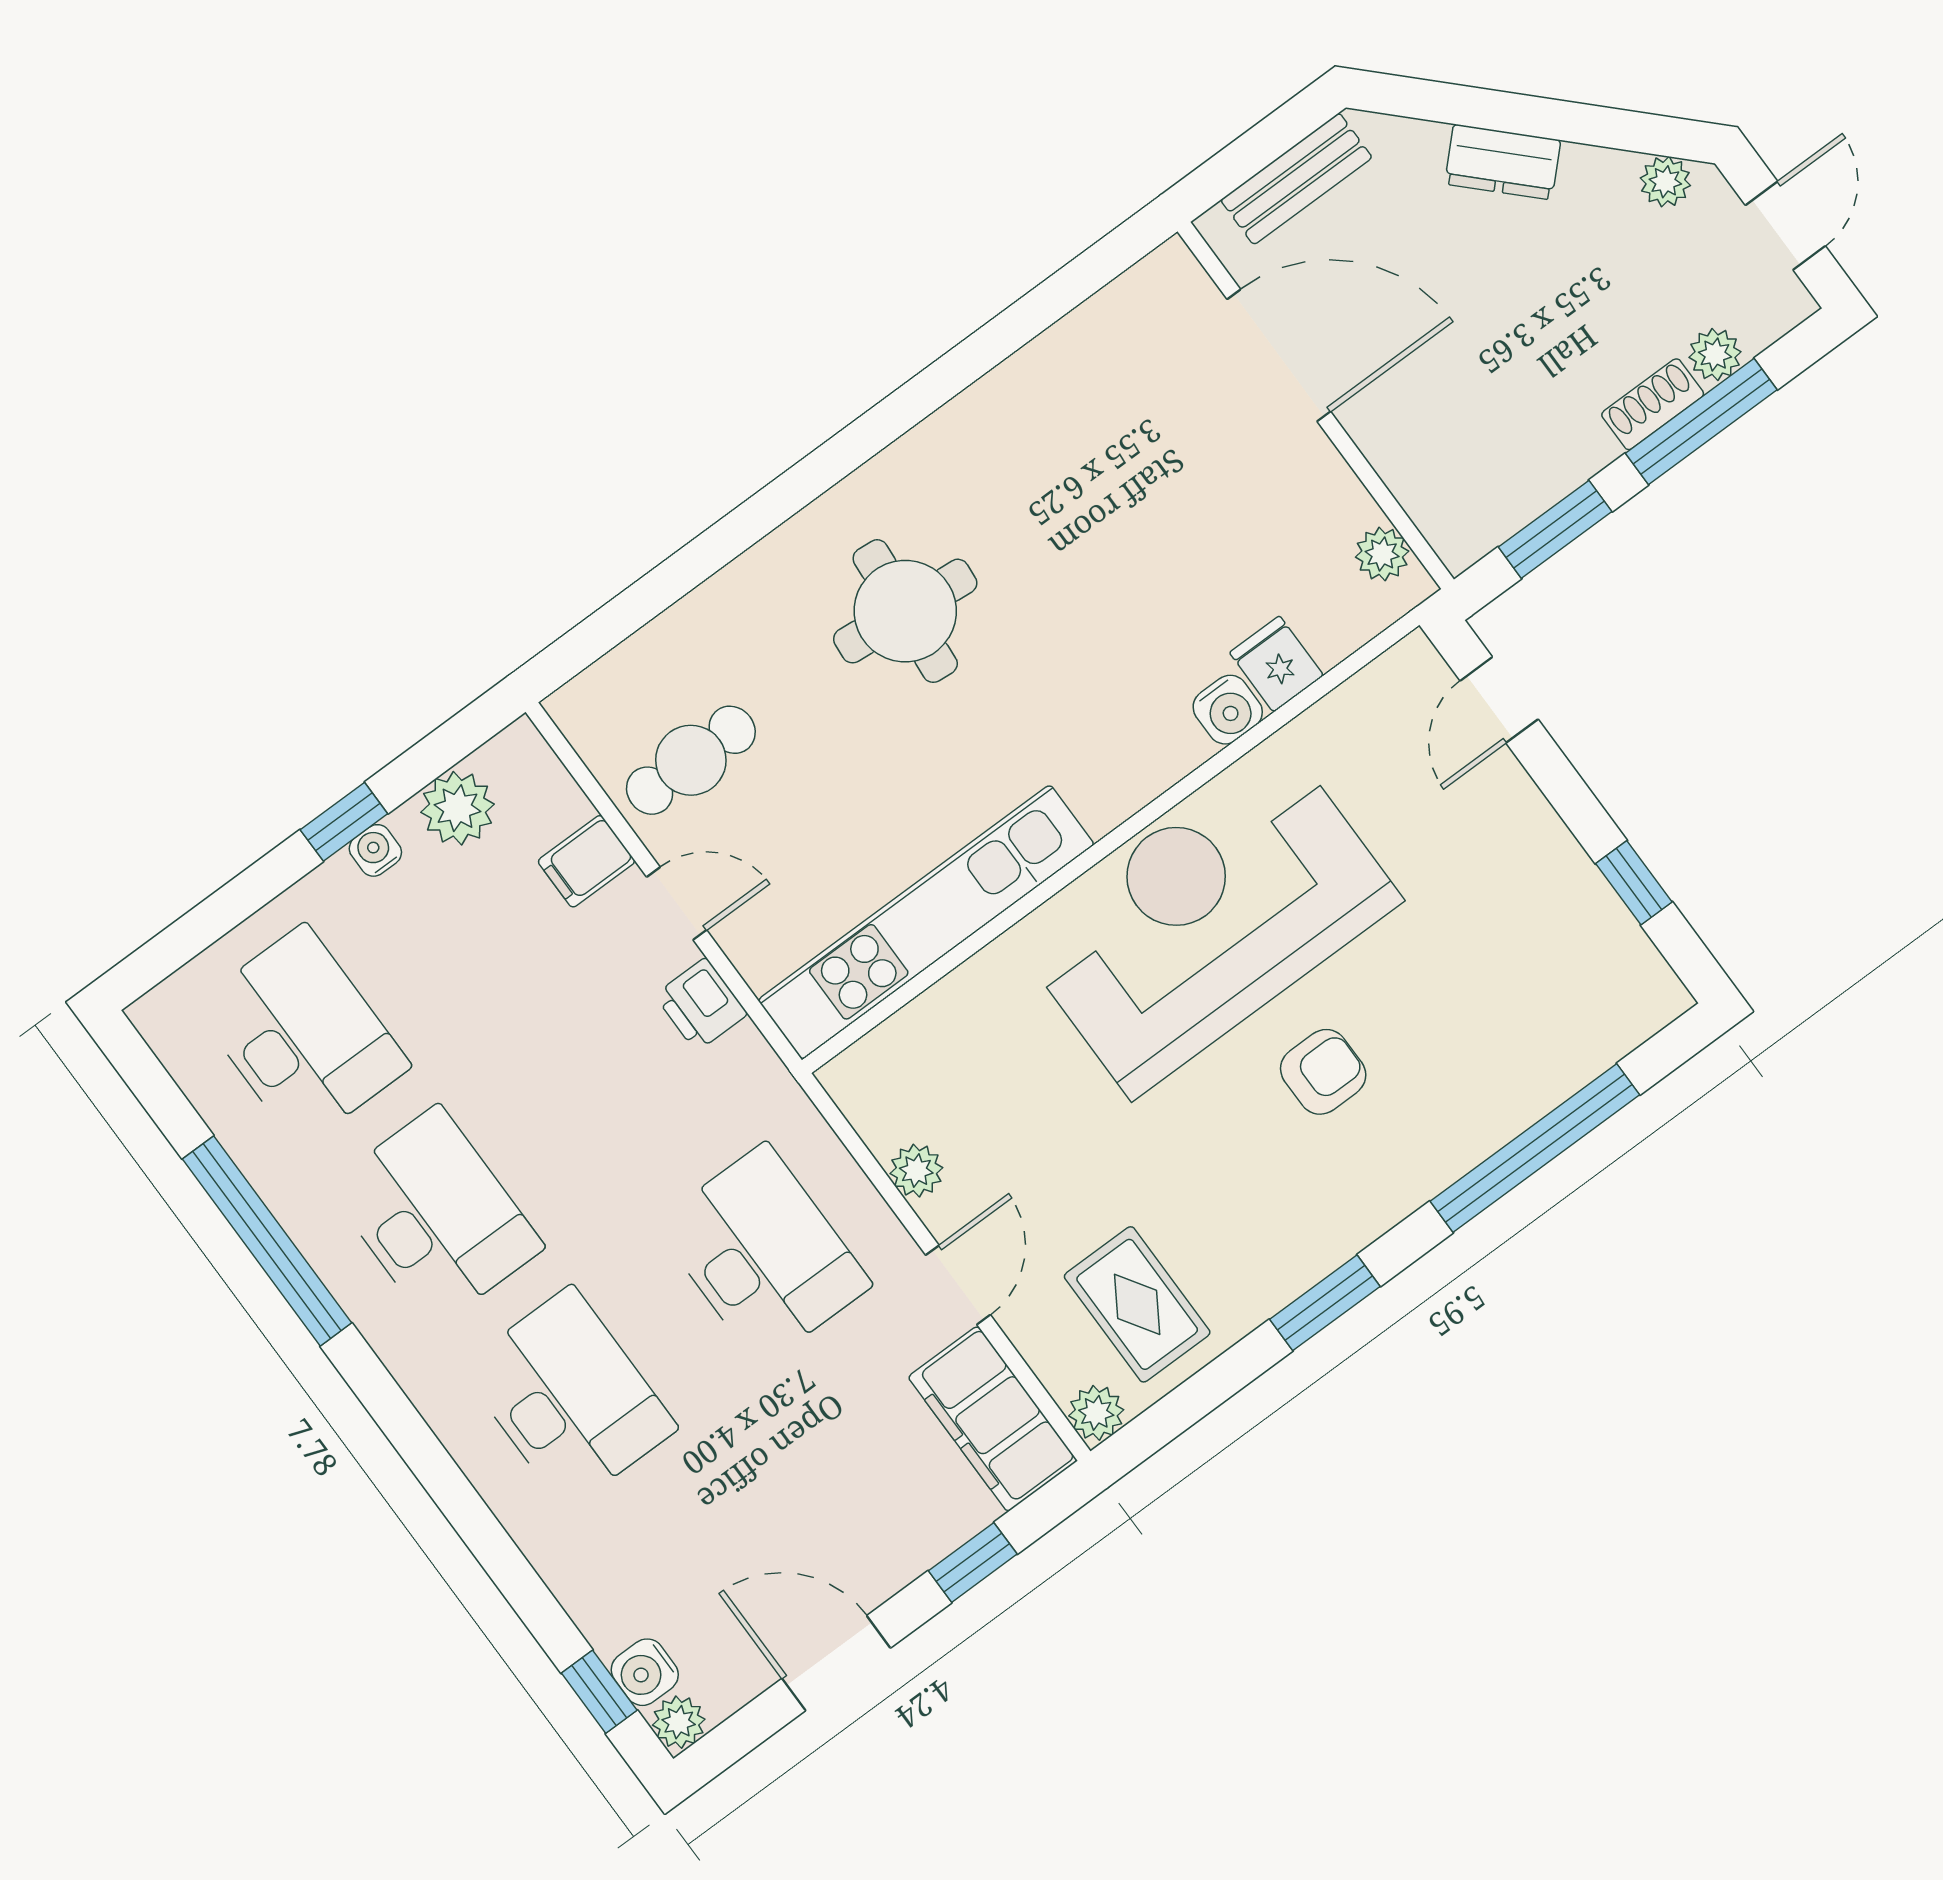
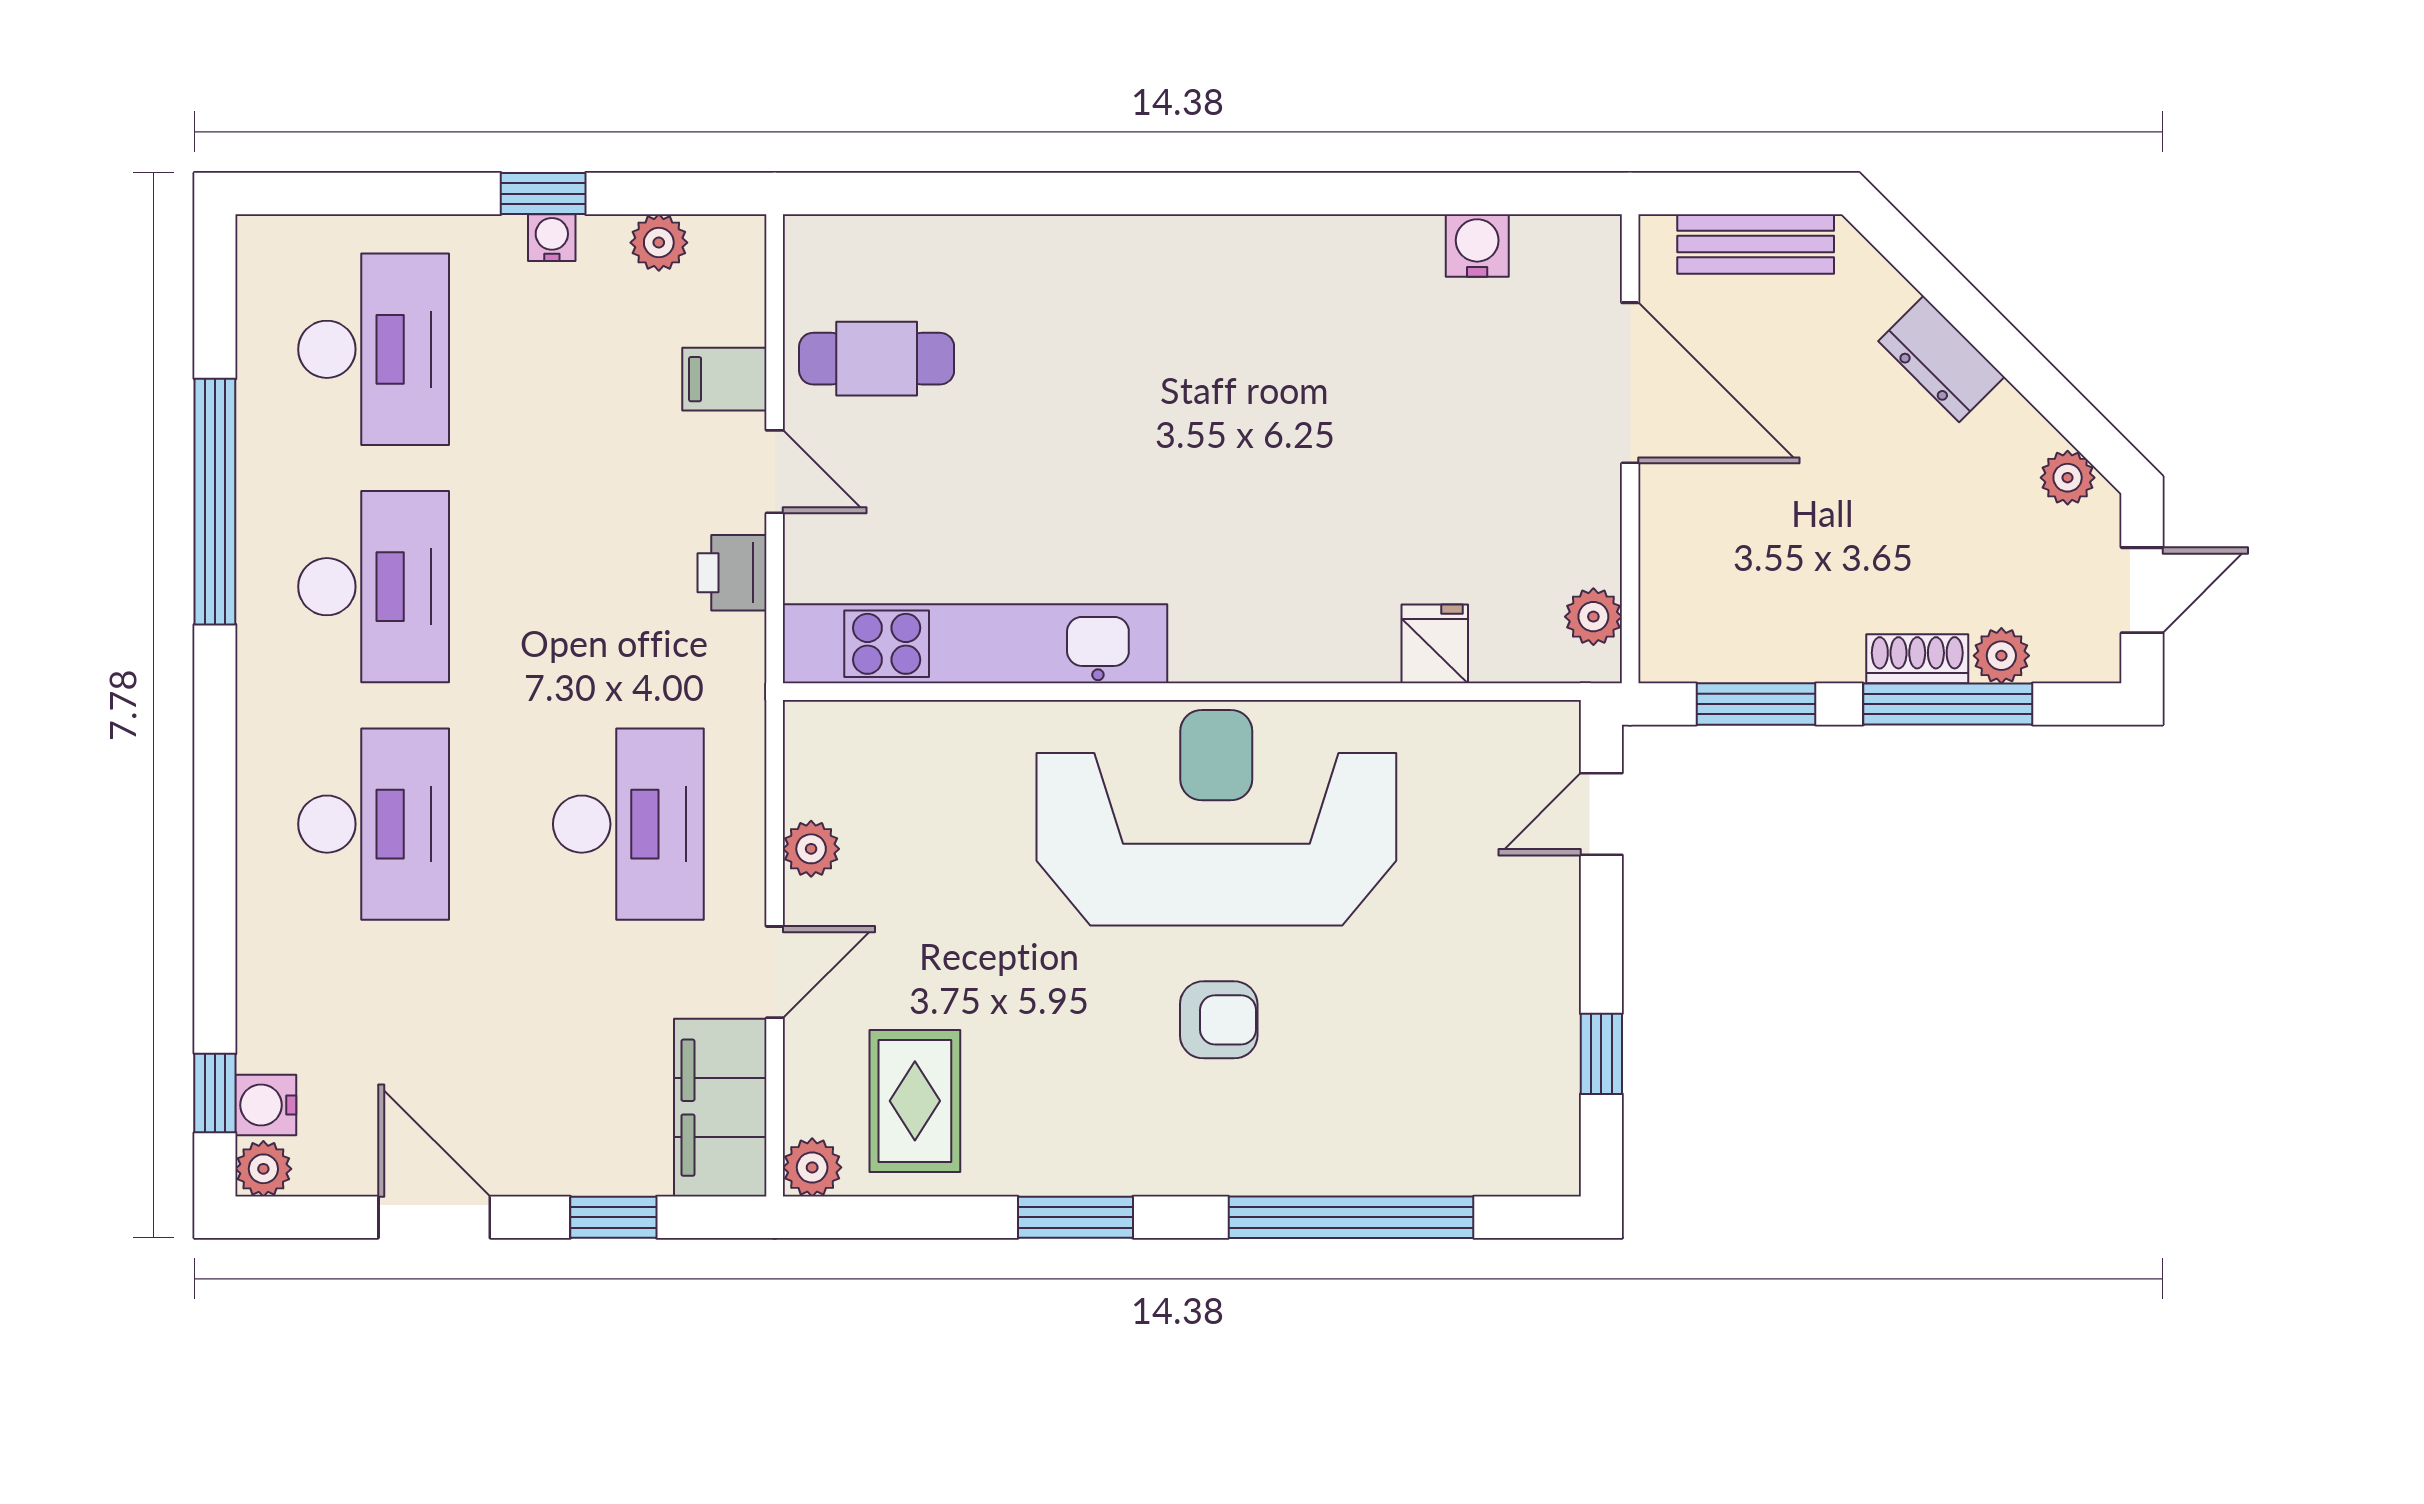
round table: (905, 611) -> (1152, 366), removed
water cooler: (1228, 710) -> (1477, 245), moved, turned 180
plant: (457, 808) -> (659, 243), width x0.73, depth x0.73

